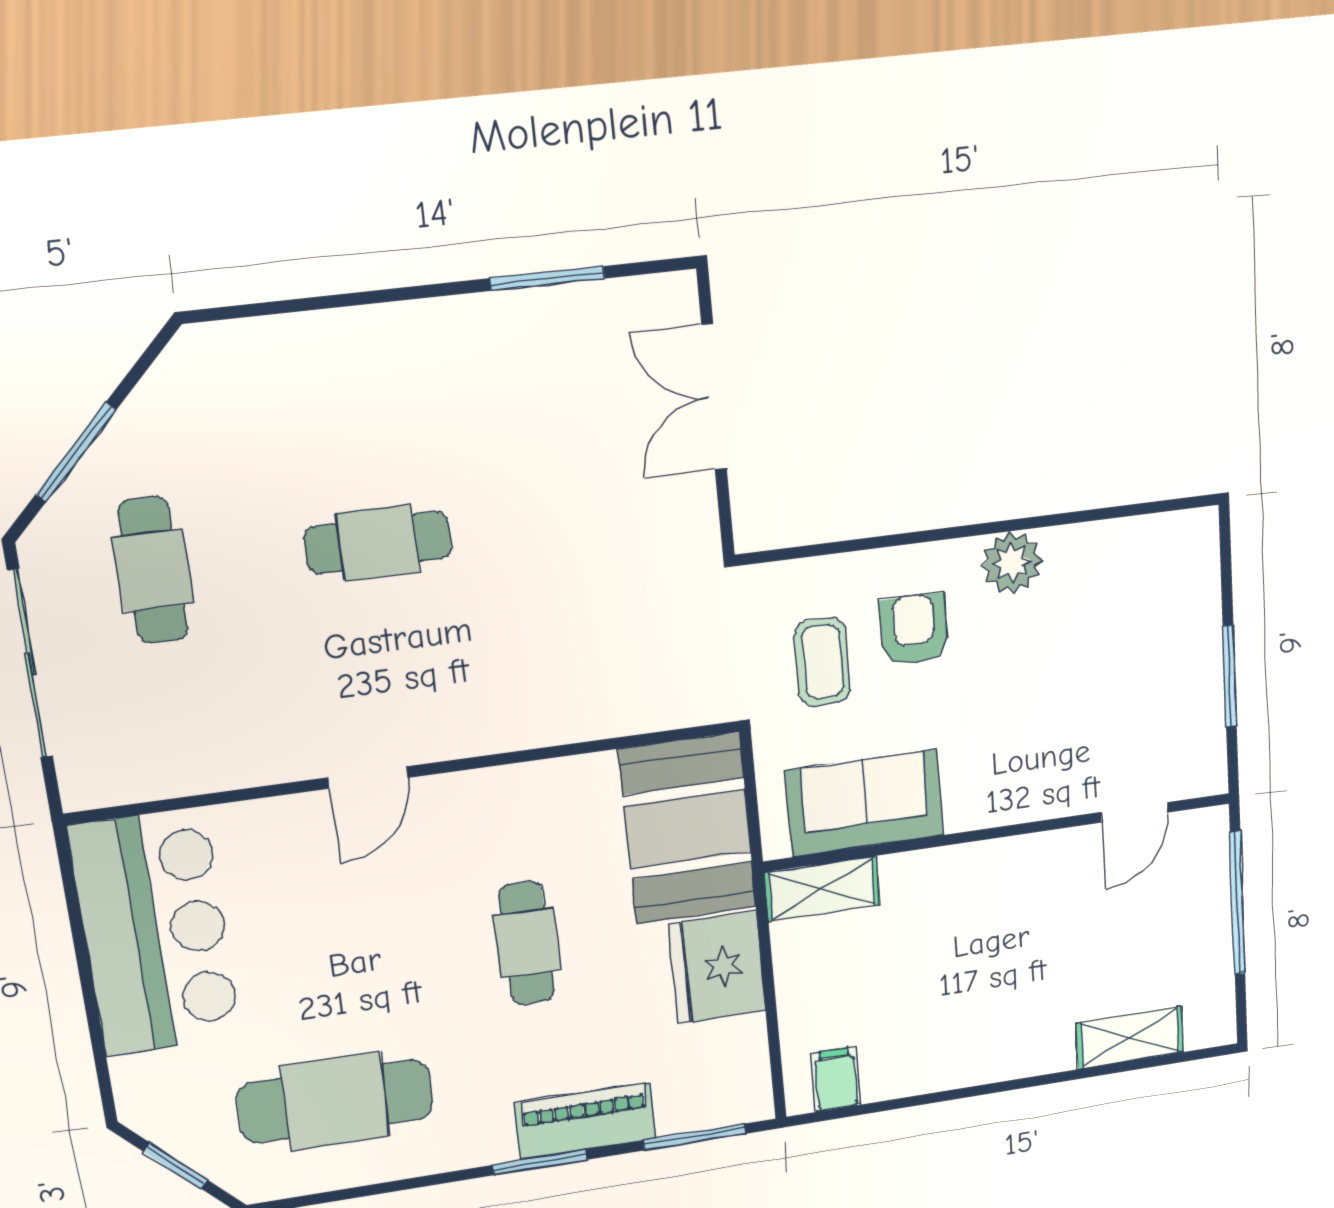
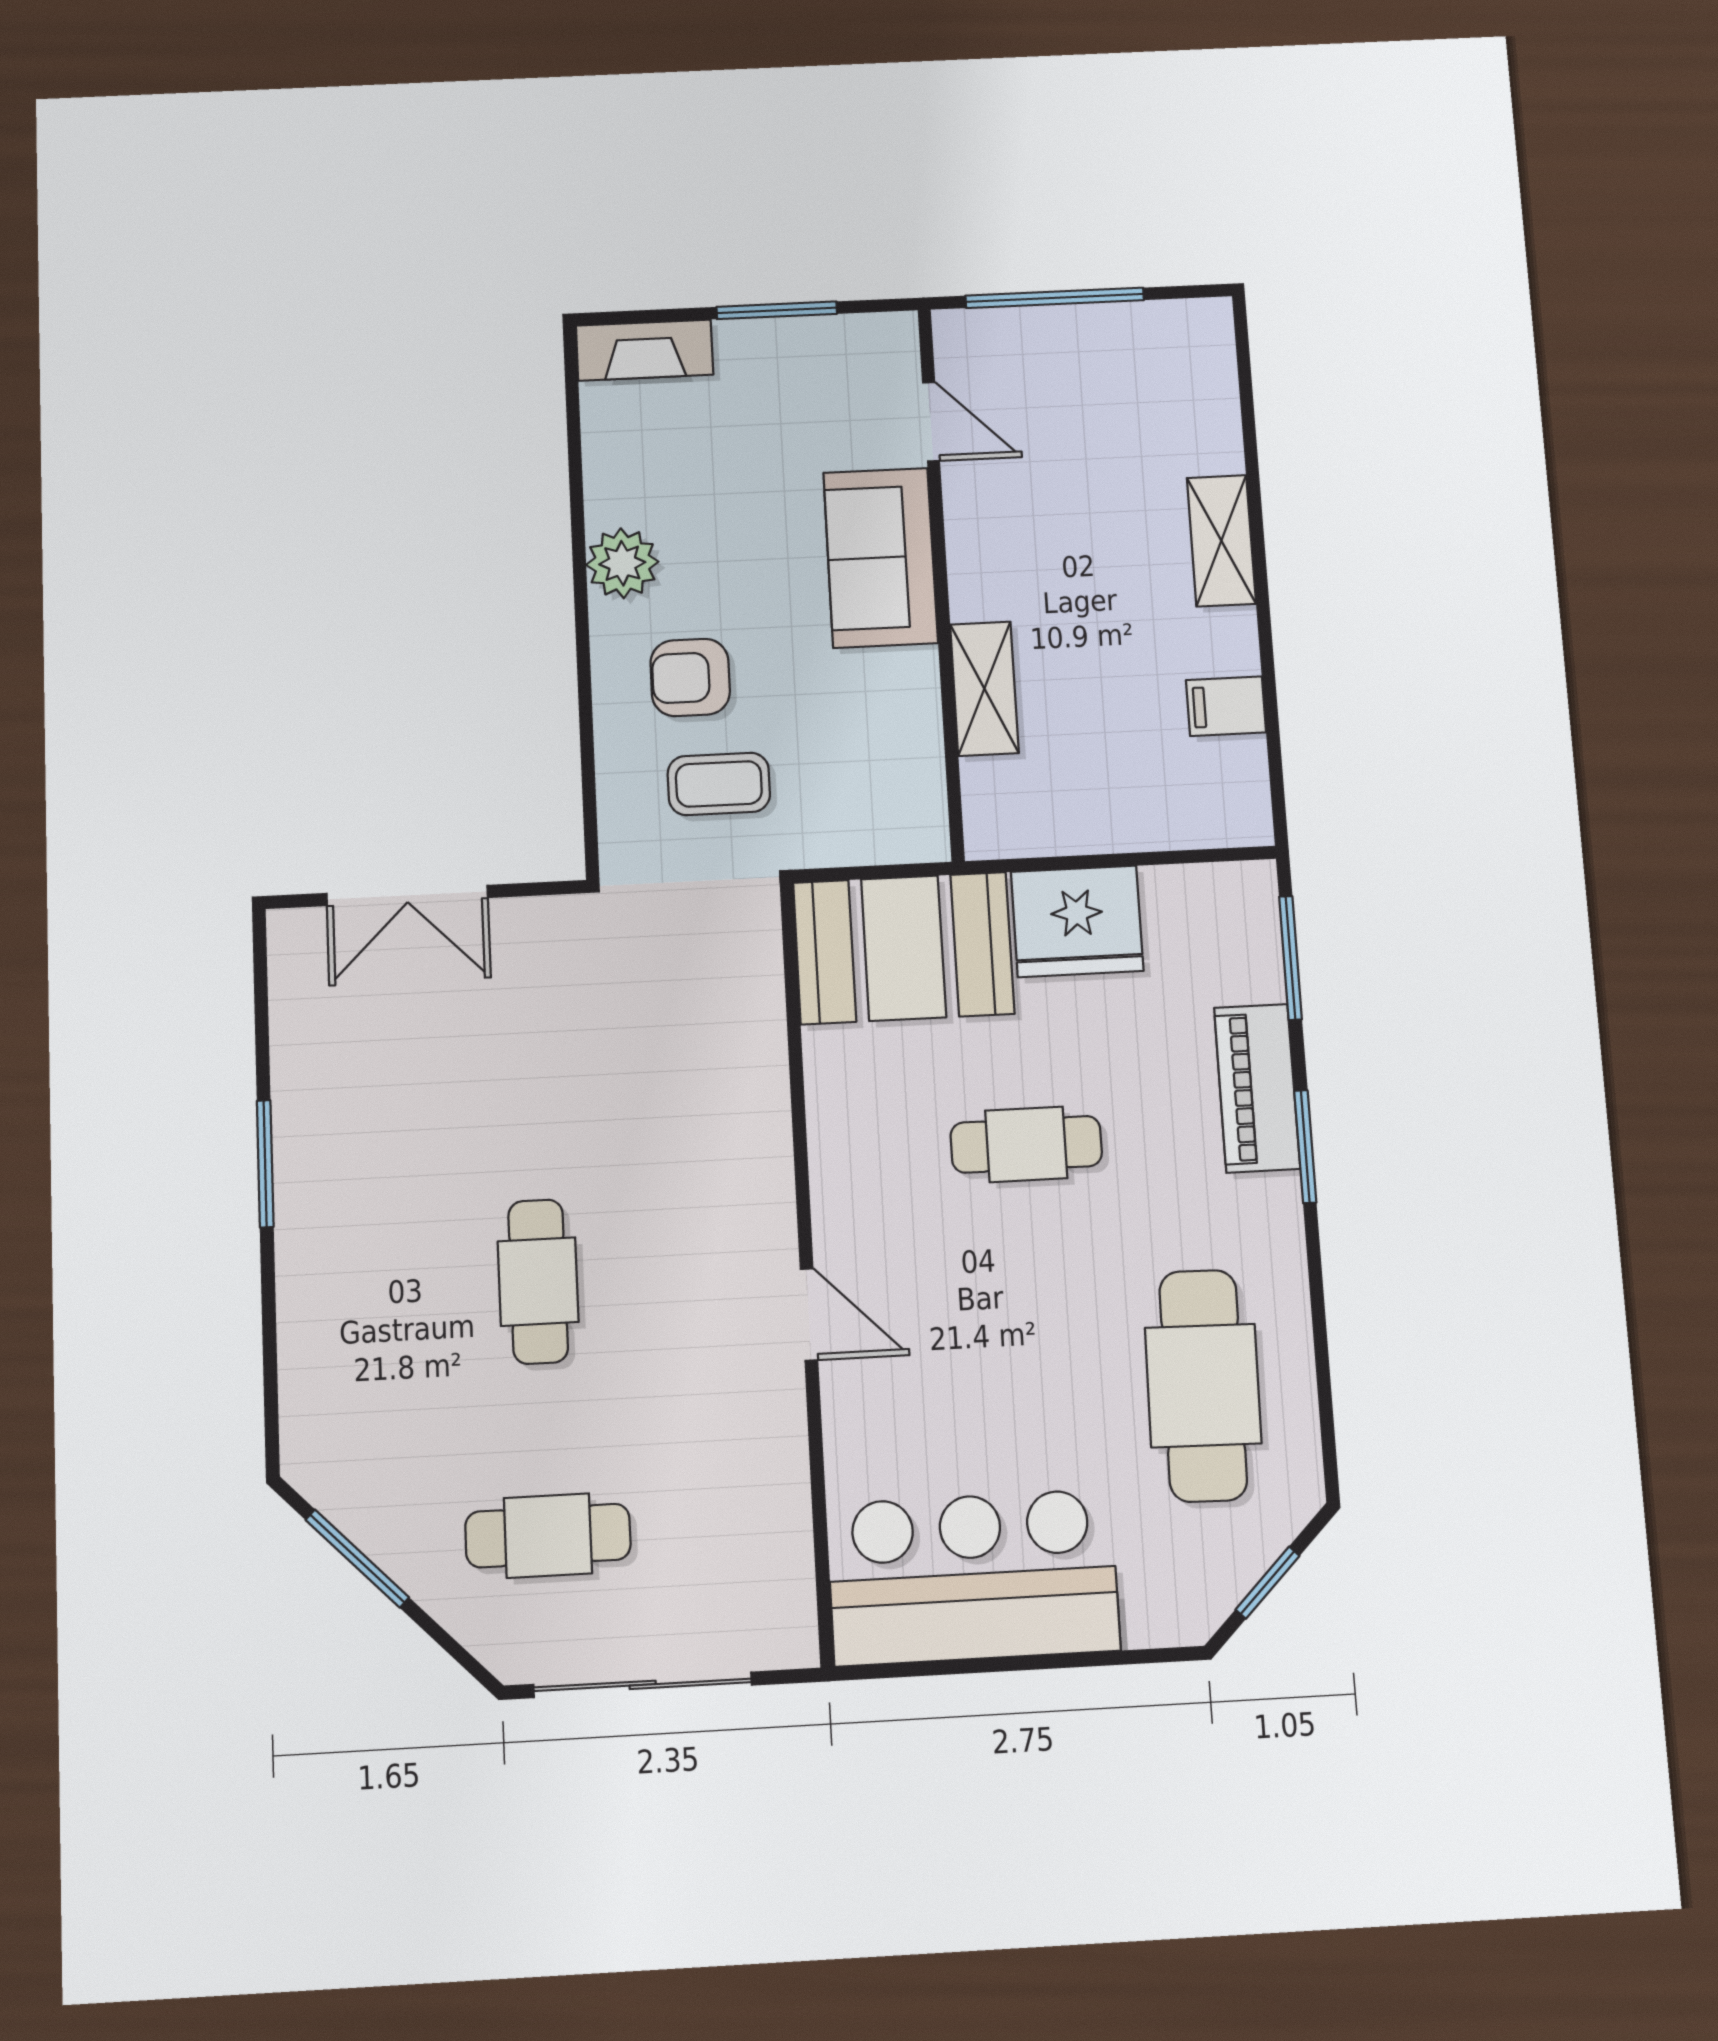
window: (547, 278) -> (265, 1164), moved
window: (76, 452) -> (357, 1559), moved
fireplace: (1197, 566) -> (644, 350), added
sofa: (865, 803) -> (881, 558), moved
shelving: (822, 889) -> (984, 689), moved
shelving: (1130, 1038) -> (1221, 541), moved
filing cabinet: (836, 1079) -> (1226, 706), moved

